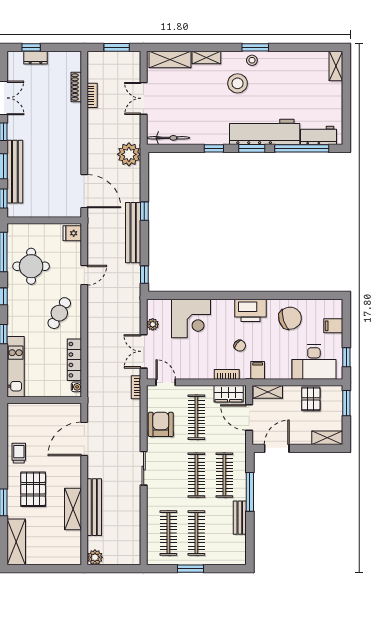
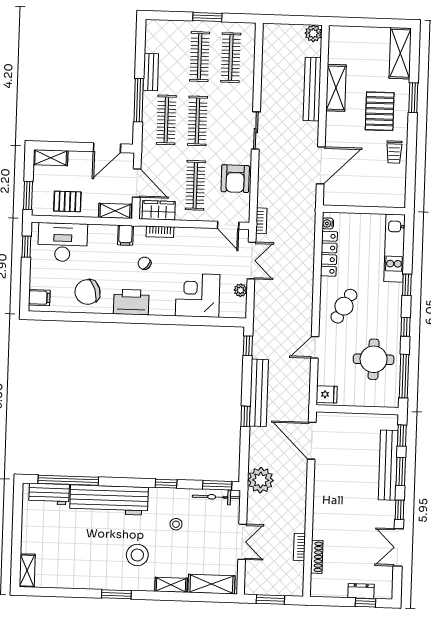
stool: (252, 60) -> (176, 524), moved
window: (252, 148) -> (217, 485), moved
filing cabinet: (333, 326) -> (39, 298), moved
pallet: (311, 399) -> (67, 201), turned 90

